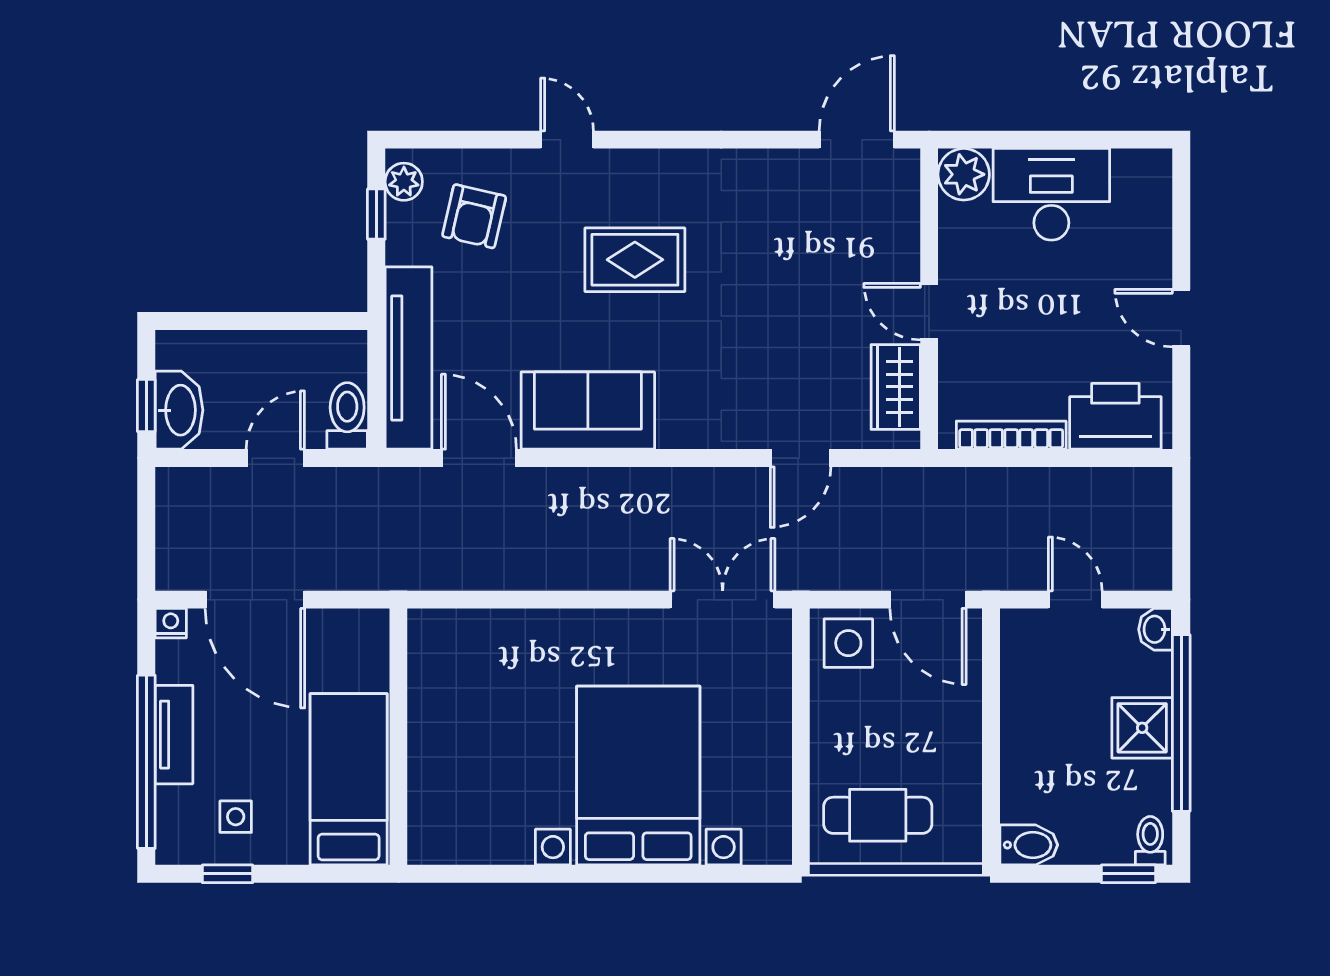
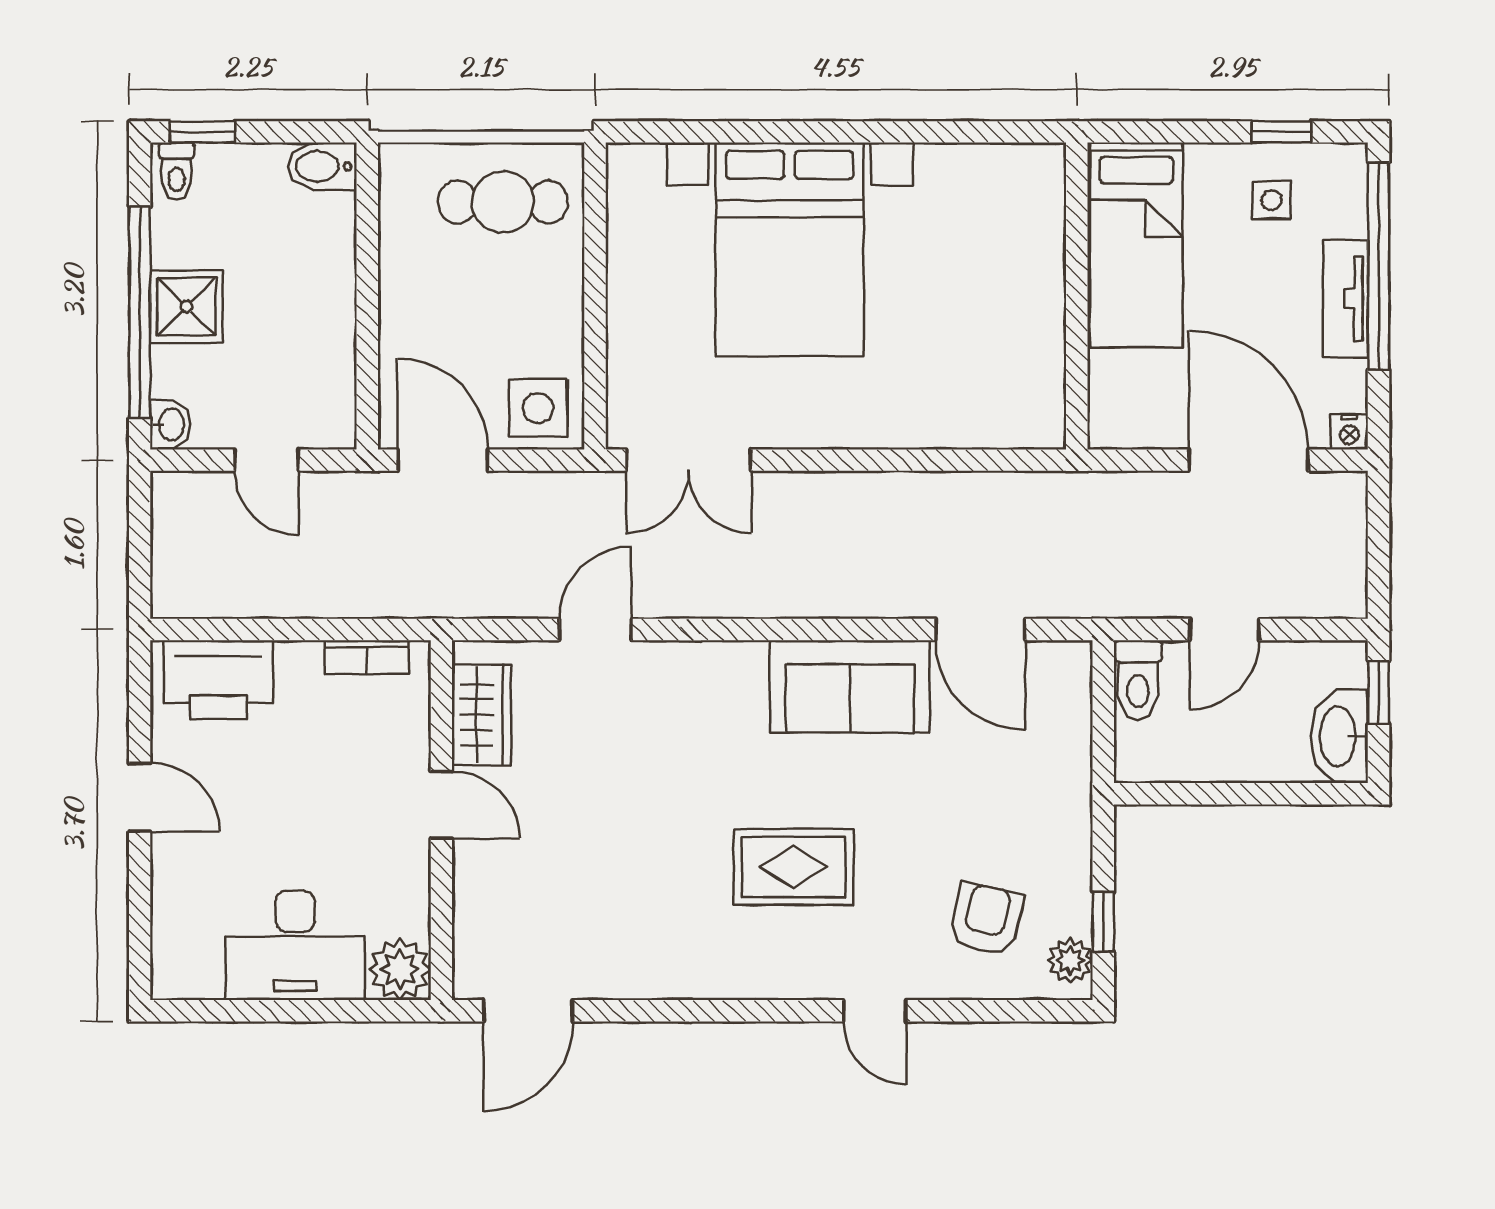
tv unit: (408, 358) -> (1065, 749), removed
washbasin: (179, 410) -> (1339, 736), moved
bookcase: (1011, 435) -> (367, 657), width x0.64

